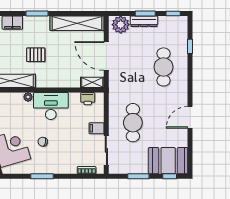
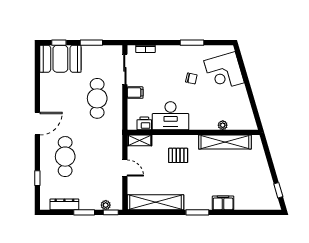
window: (173, 13) -> (111, 212), moved
dresser: (144, 21) -> (64, 204), moved
plant: (121, 25) -> (106, 205), width x0.53, depth x0.53
pallet: (36, 55) -> (178, 155), moved
door: (106, 56) -> (125, 168), width x0.53
plant: (28, 97) -> (223, 125), moved
desk: (51, 106) -> (171, 116), moved
door: (190, 117) -> (37, 124), moved

